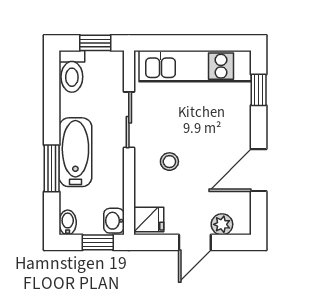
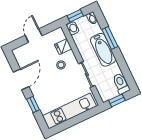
window: (259, 90) -> (33, 105), moved
fridge: (149, 220) -> (63, 47), moved
plant: (222, 224) -> (26, 49), removed

